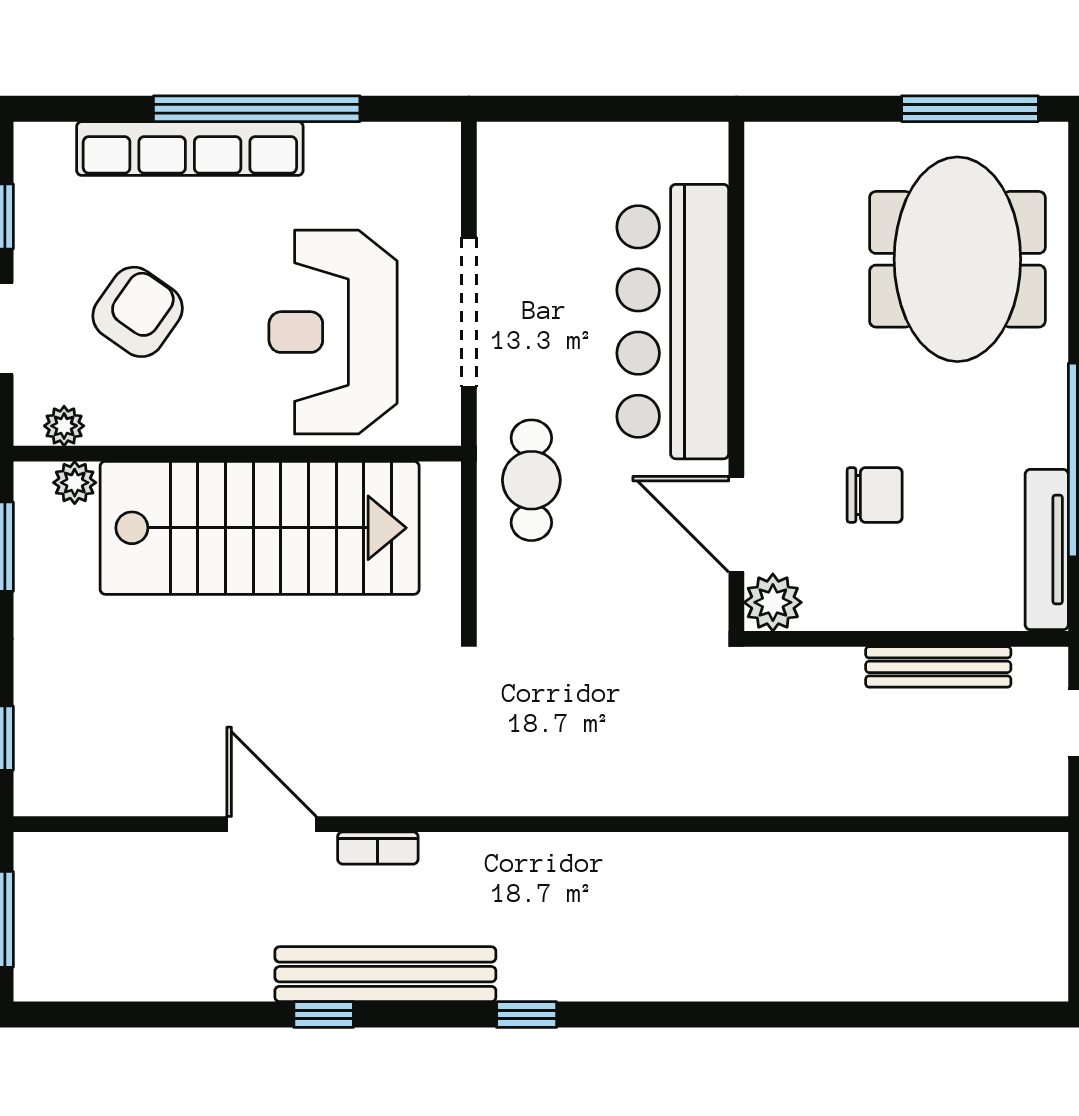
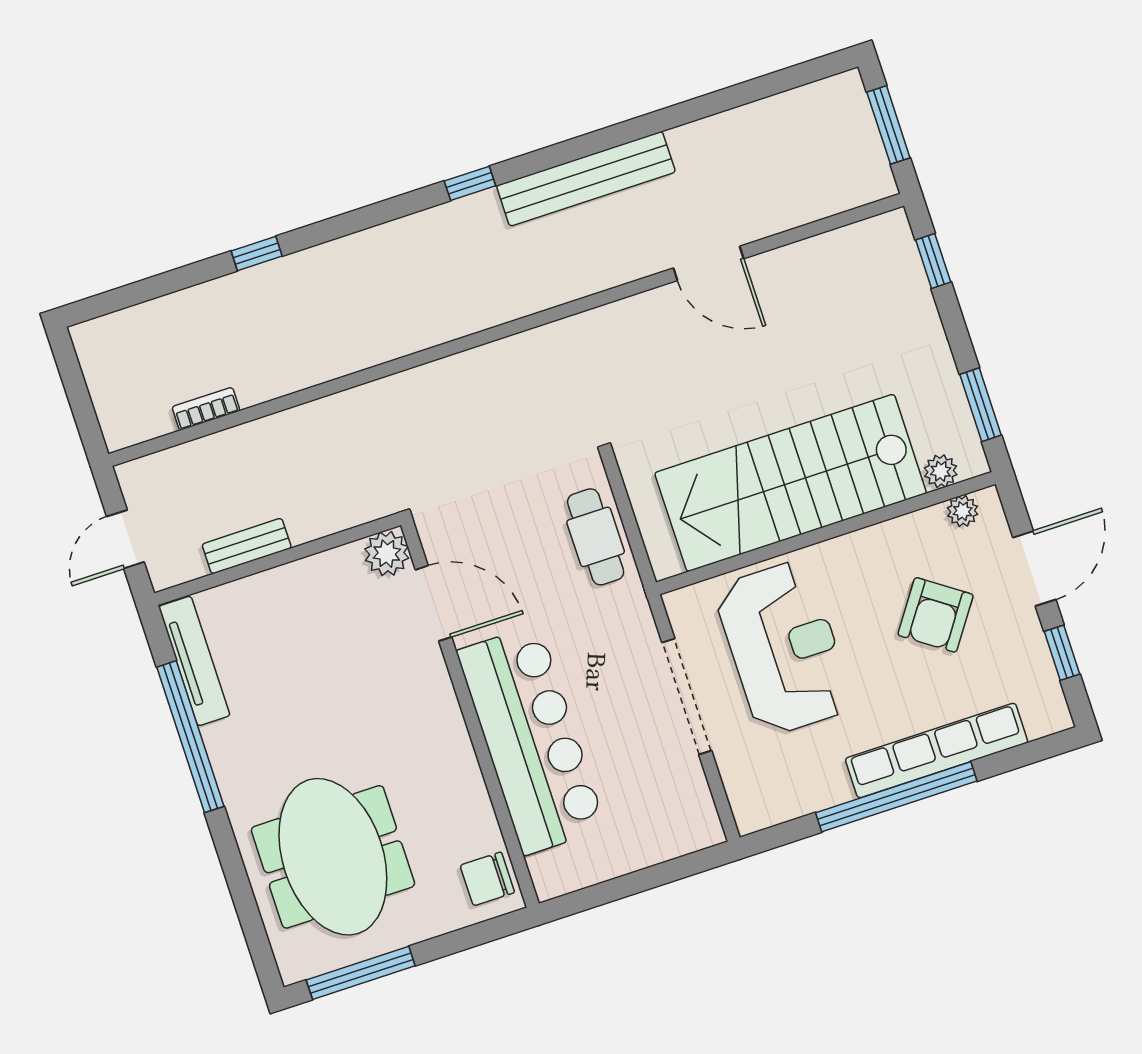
cafe table: (531, 480) -> (596, 537), moved
chair: (875, 495) -> (487, 879), moved
bench: (938, 667) -> (247, 546), width x0.73
bookcase: (378, 848) -> (206, 409), moved
window: (324, 1015) -> (257, 254), moved

